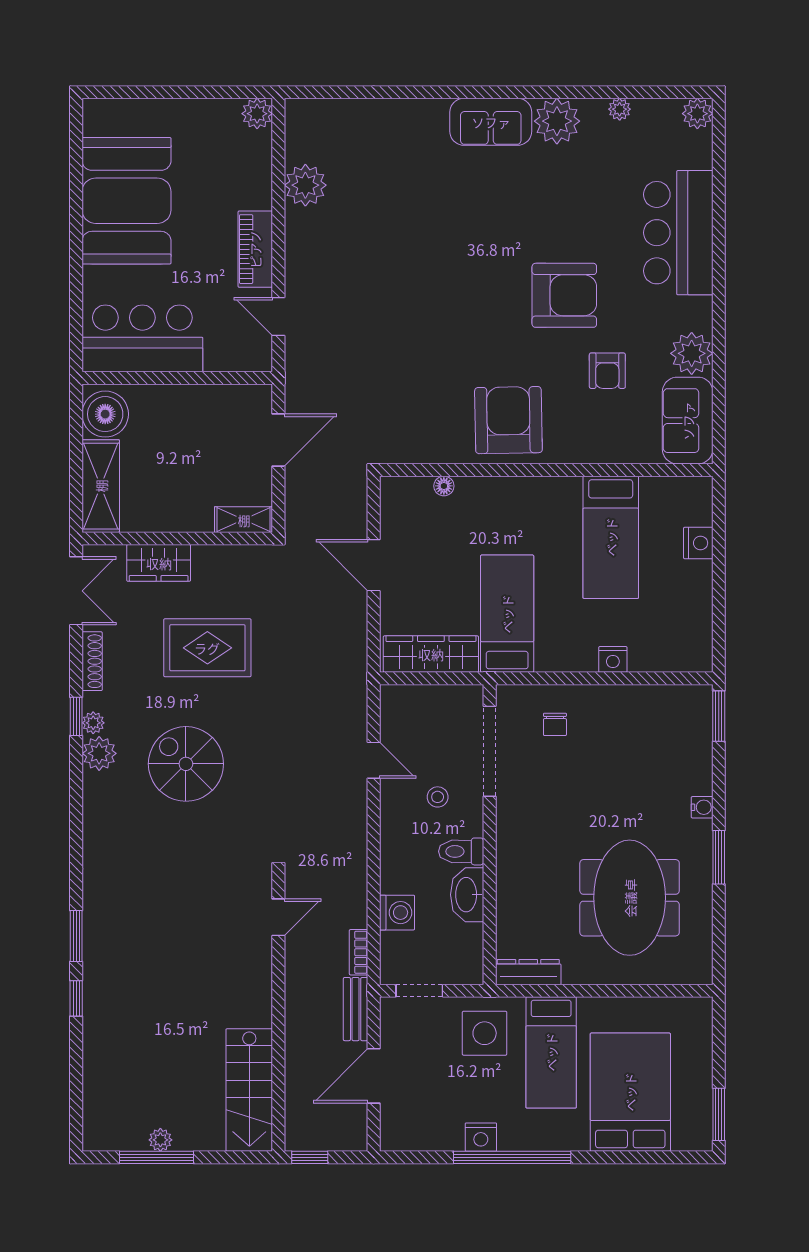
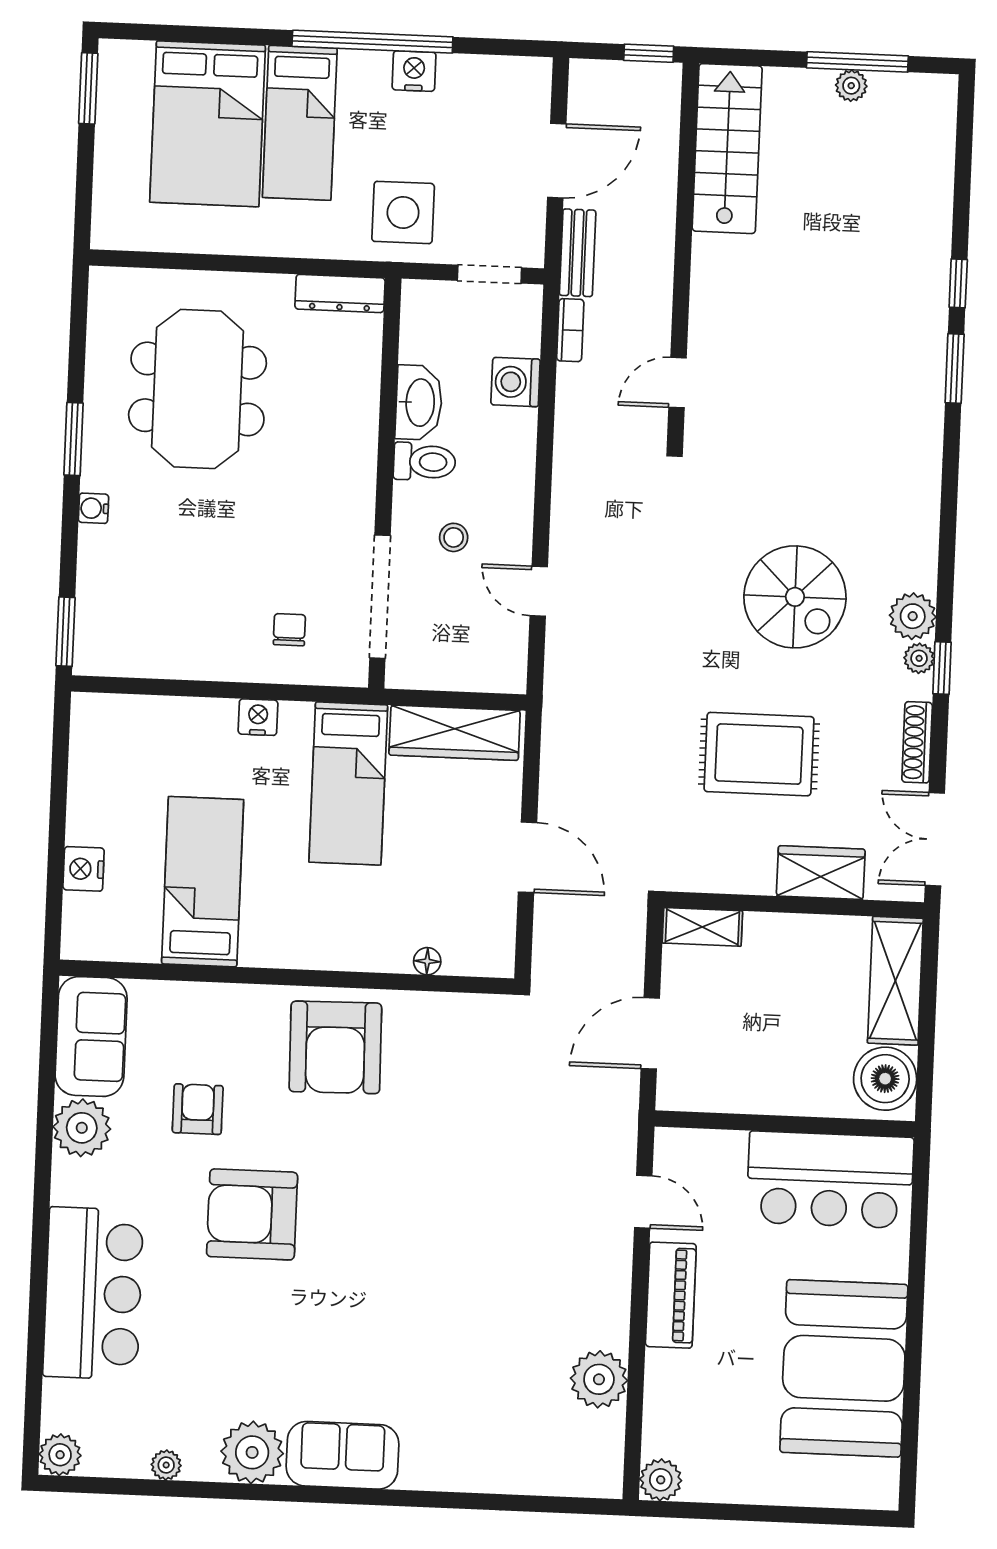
nightstand: (613, 659) -> (258, 717), moved
bed: (551, 1052) -> (300, 123), moved, turned 180

